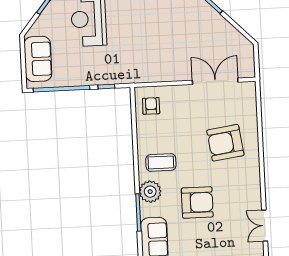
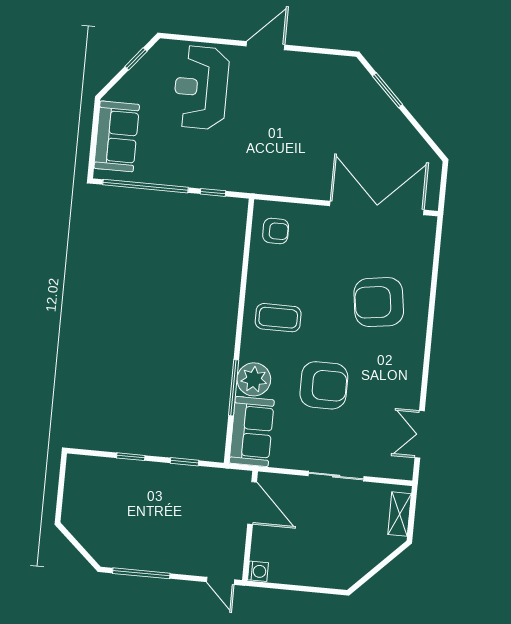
double door: (215, 81) -> (377, 208), width x1.36
armchair: (151, 106) -> (276, 231), turned 90
plant: (150, 192) -> (254, 379), moved

